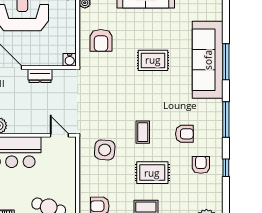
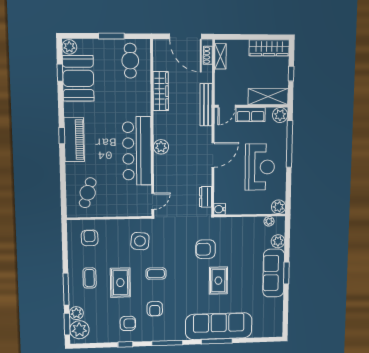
armchair: (101, 40) -> (206, 249), moved
dresser: (40, 76) -> (205, 197), moved

